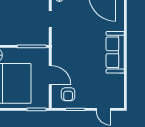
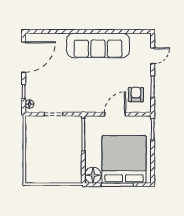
sofa: (115, 52) -> (98, 45), width x1.36, depth x1.27
armchair: (68, 94) -> (136, 95), turned -90

